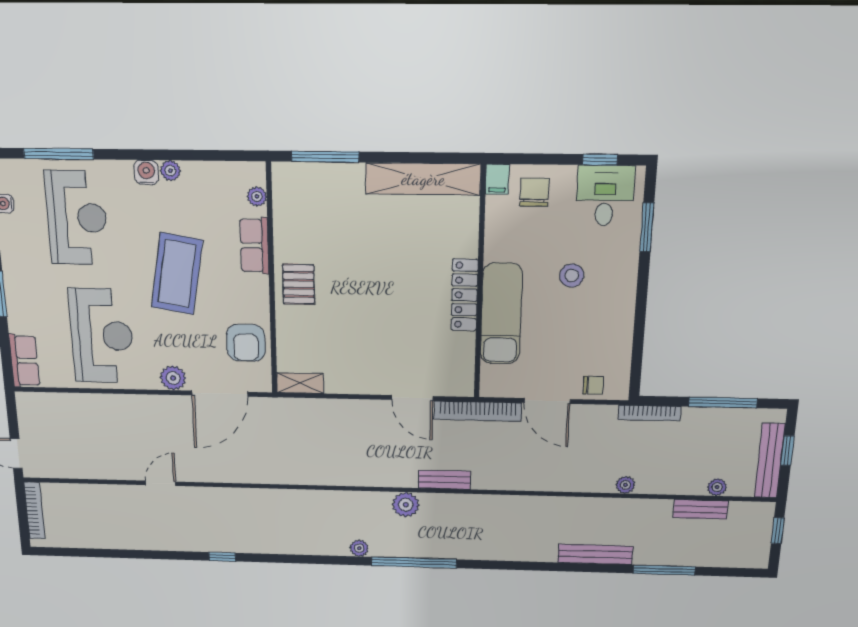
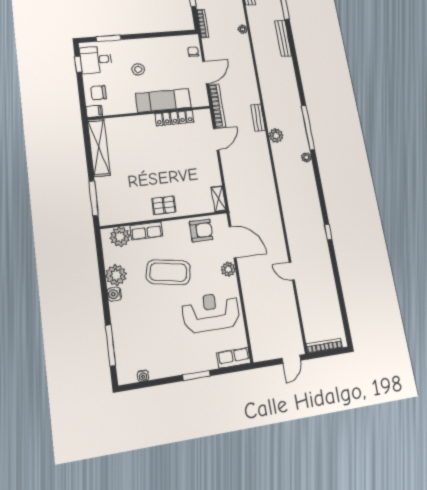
plant: (170, 171) -> (116, 275), width x1.87, depth x1.87
plant: (257, 197) -> (120, 237), width x1.87, depth x1.87
reception desk: (77, 218) -> (145, 332), removed
locker: (464, 295) -> (174, 118), moved

